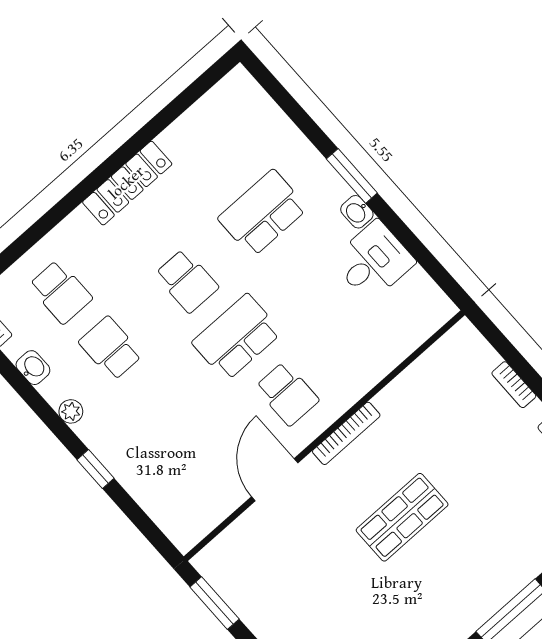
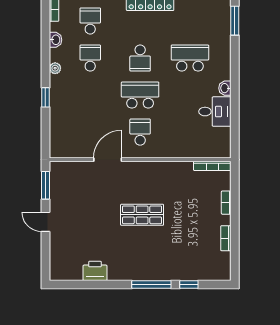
window: (352, 176) -> (235, 21), moved
school desk: (60, 292) -> (90, 21), turned 180
school desk: (287, 394) -> (140, 132), turned 180
bookcase: (346, 433) -> (212, 166), moved

